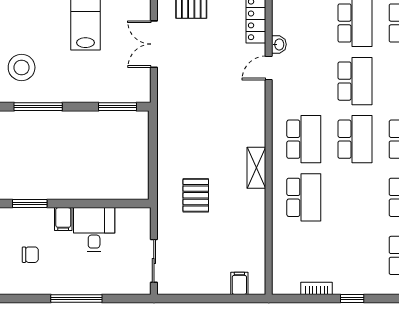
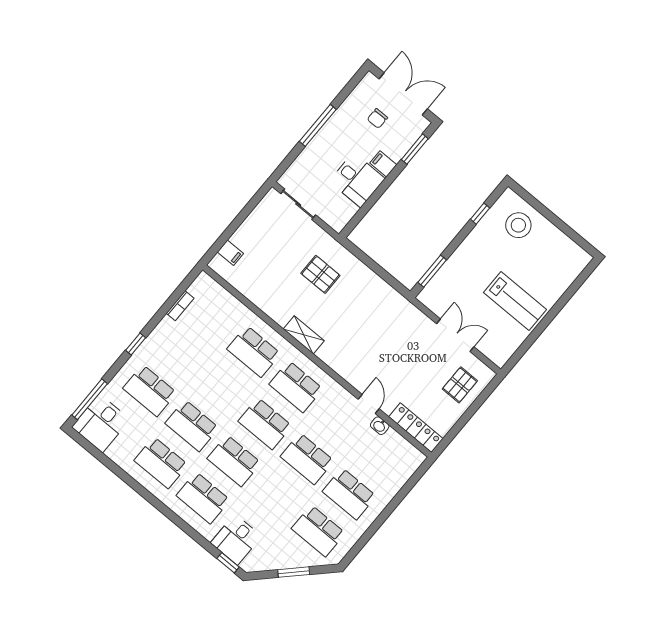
window: (38, 107) -> (480, 214), width x0.46
window: (352, 299) -> (136, 344), moved

